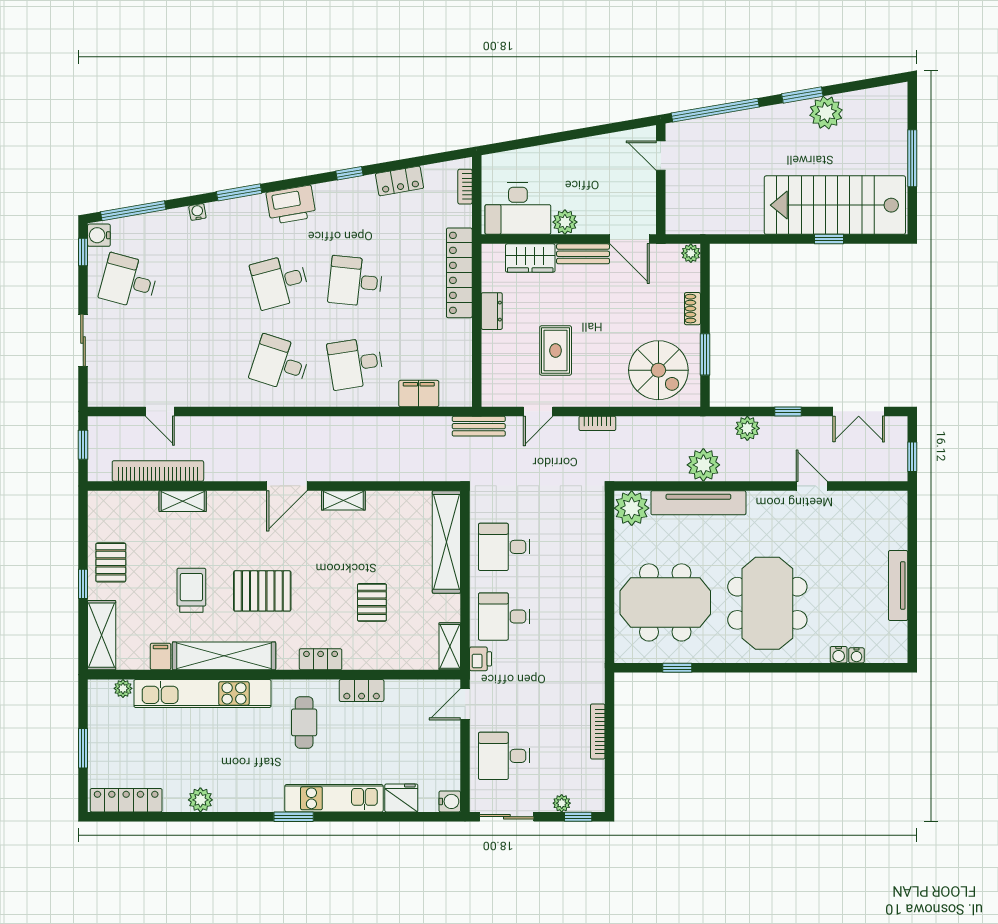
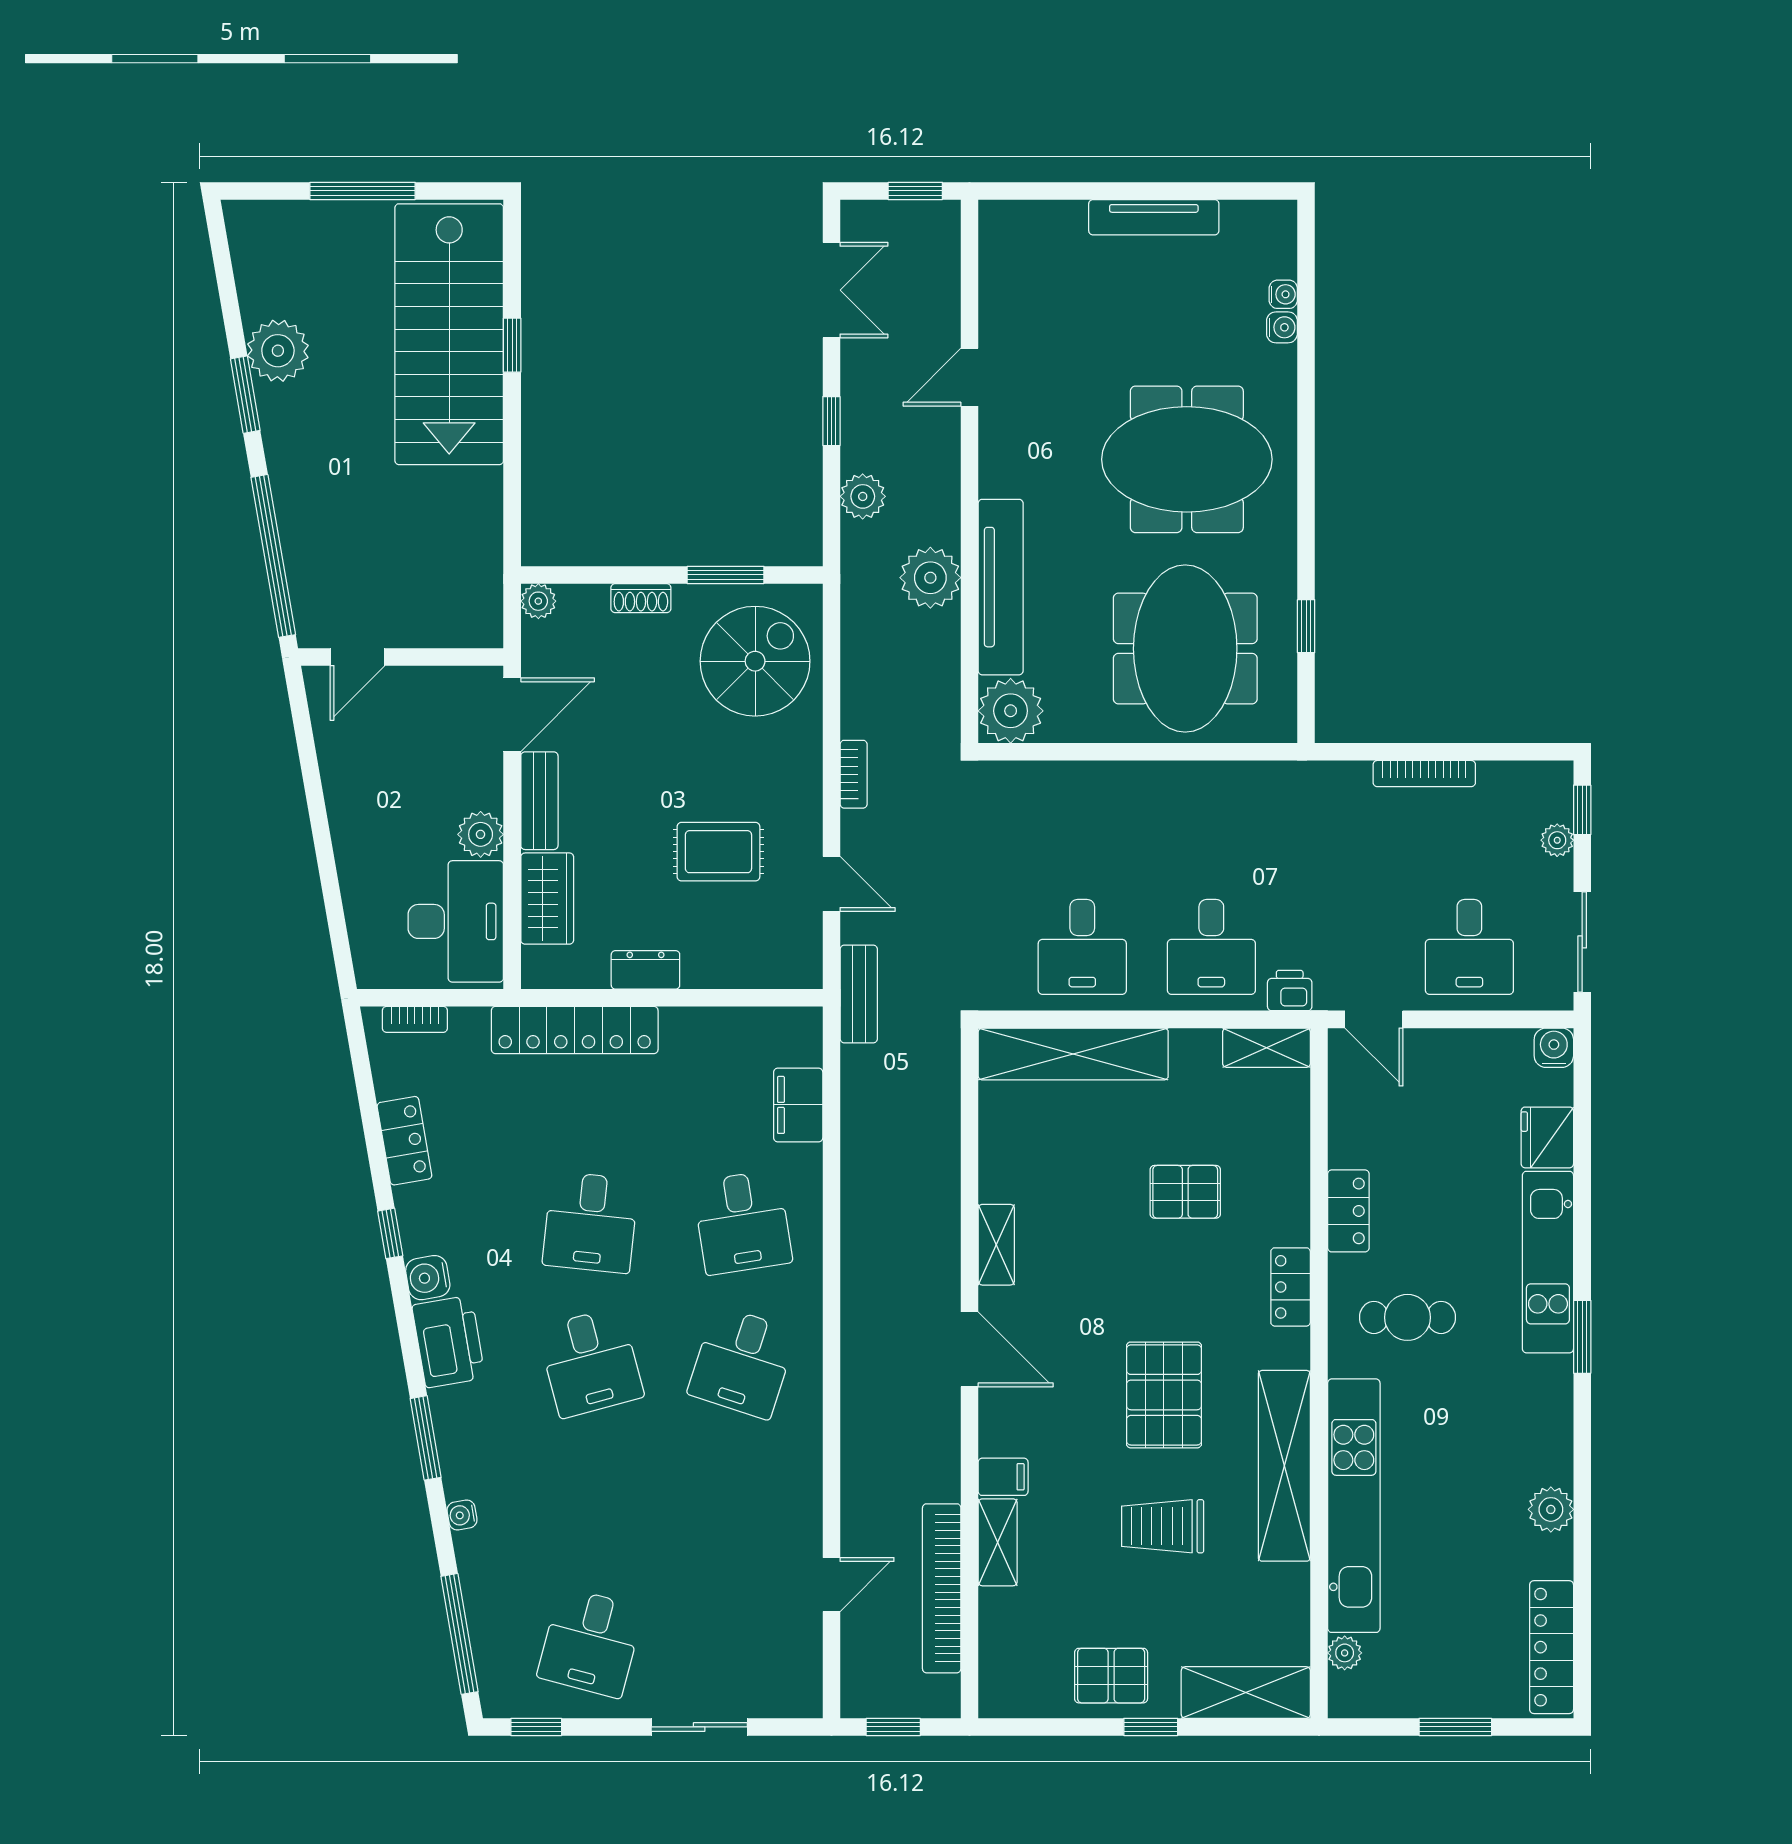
water cooler: (99, 235) -> (428, 1278), moved, turned 80
filing cabinet: (161, 657) -> (1003, 1477), moved, turned 180

